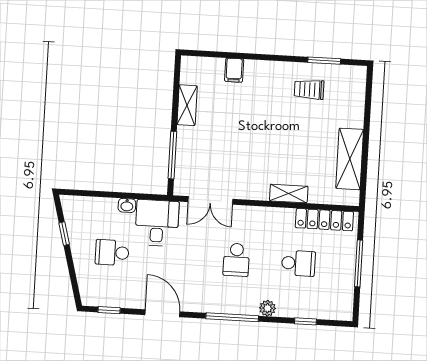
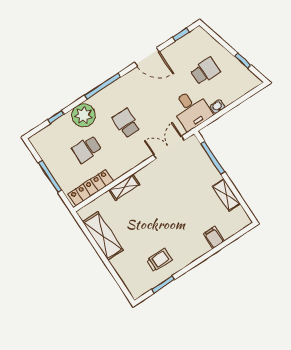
plant: (268, 308) -> (84, 115), width x1.87, depth x1.87

